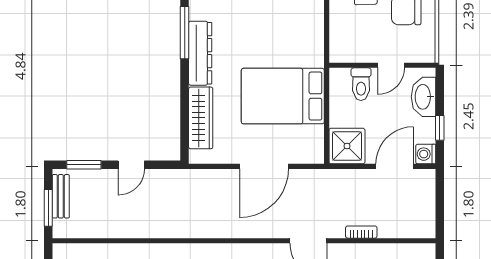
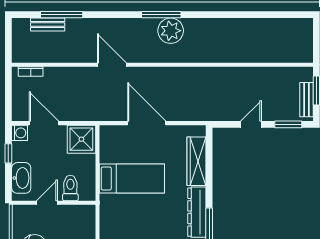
bed: (283, 96) -> (132, 179), width x0.67
door: (264, 166) -> (147, 123), hinge flipped
door: (395, 166) -> (44, 123), swing flipped
bookcase: (361, 232) -> (31, 72), moved

